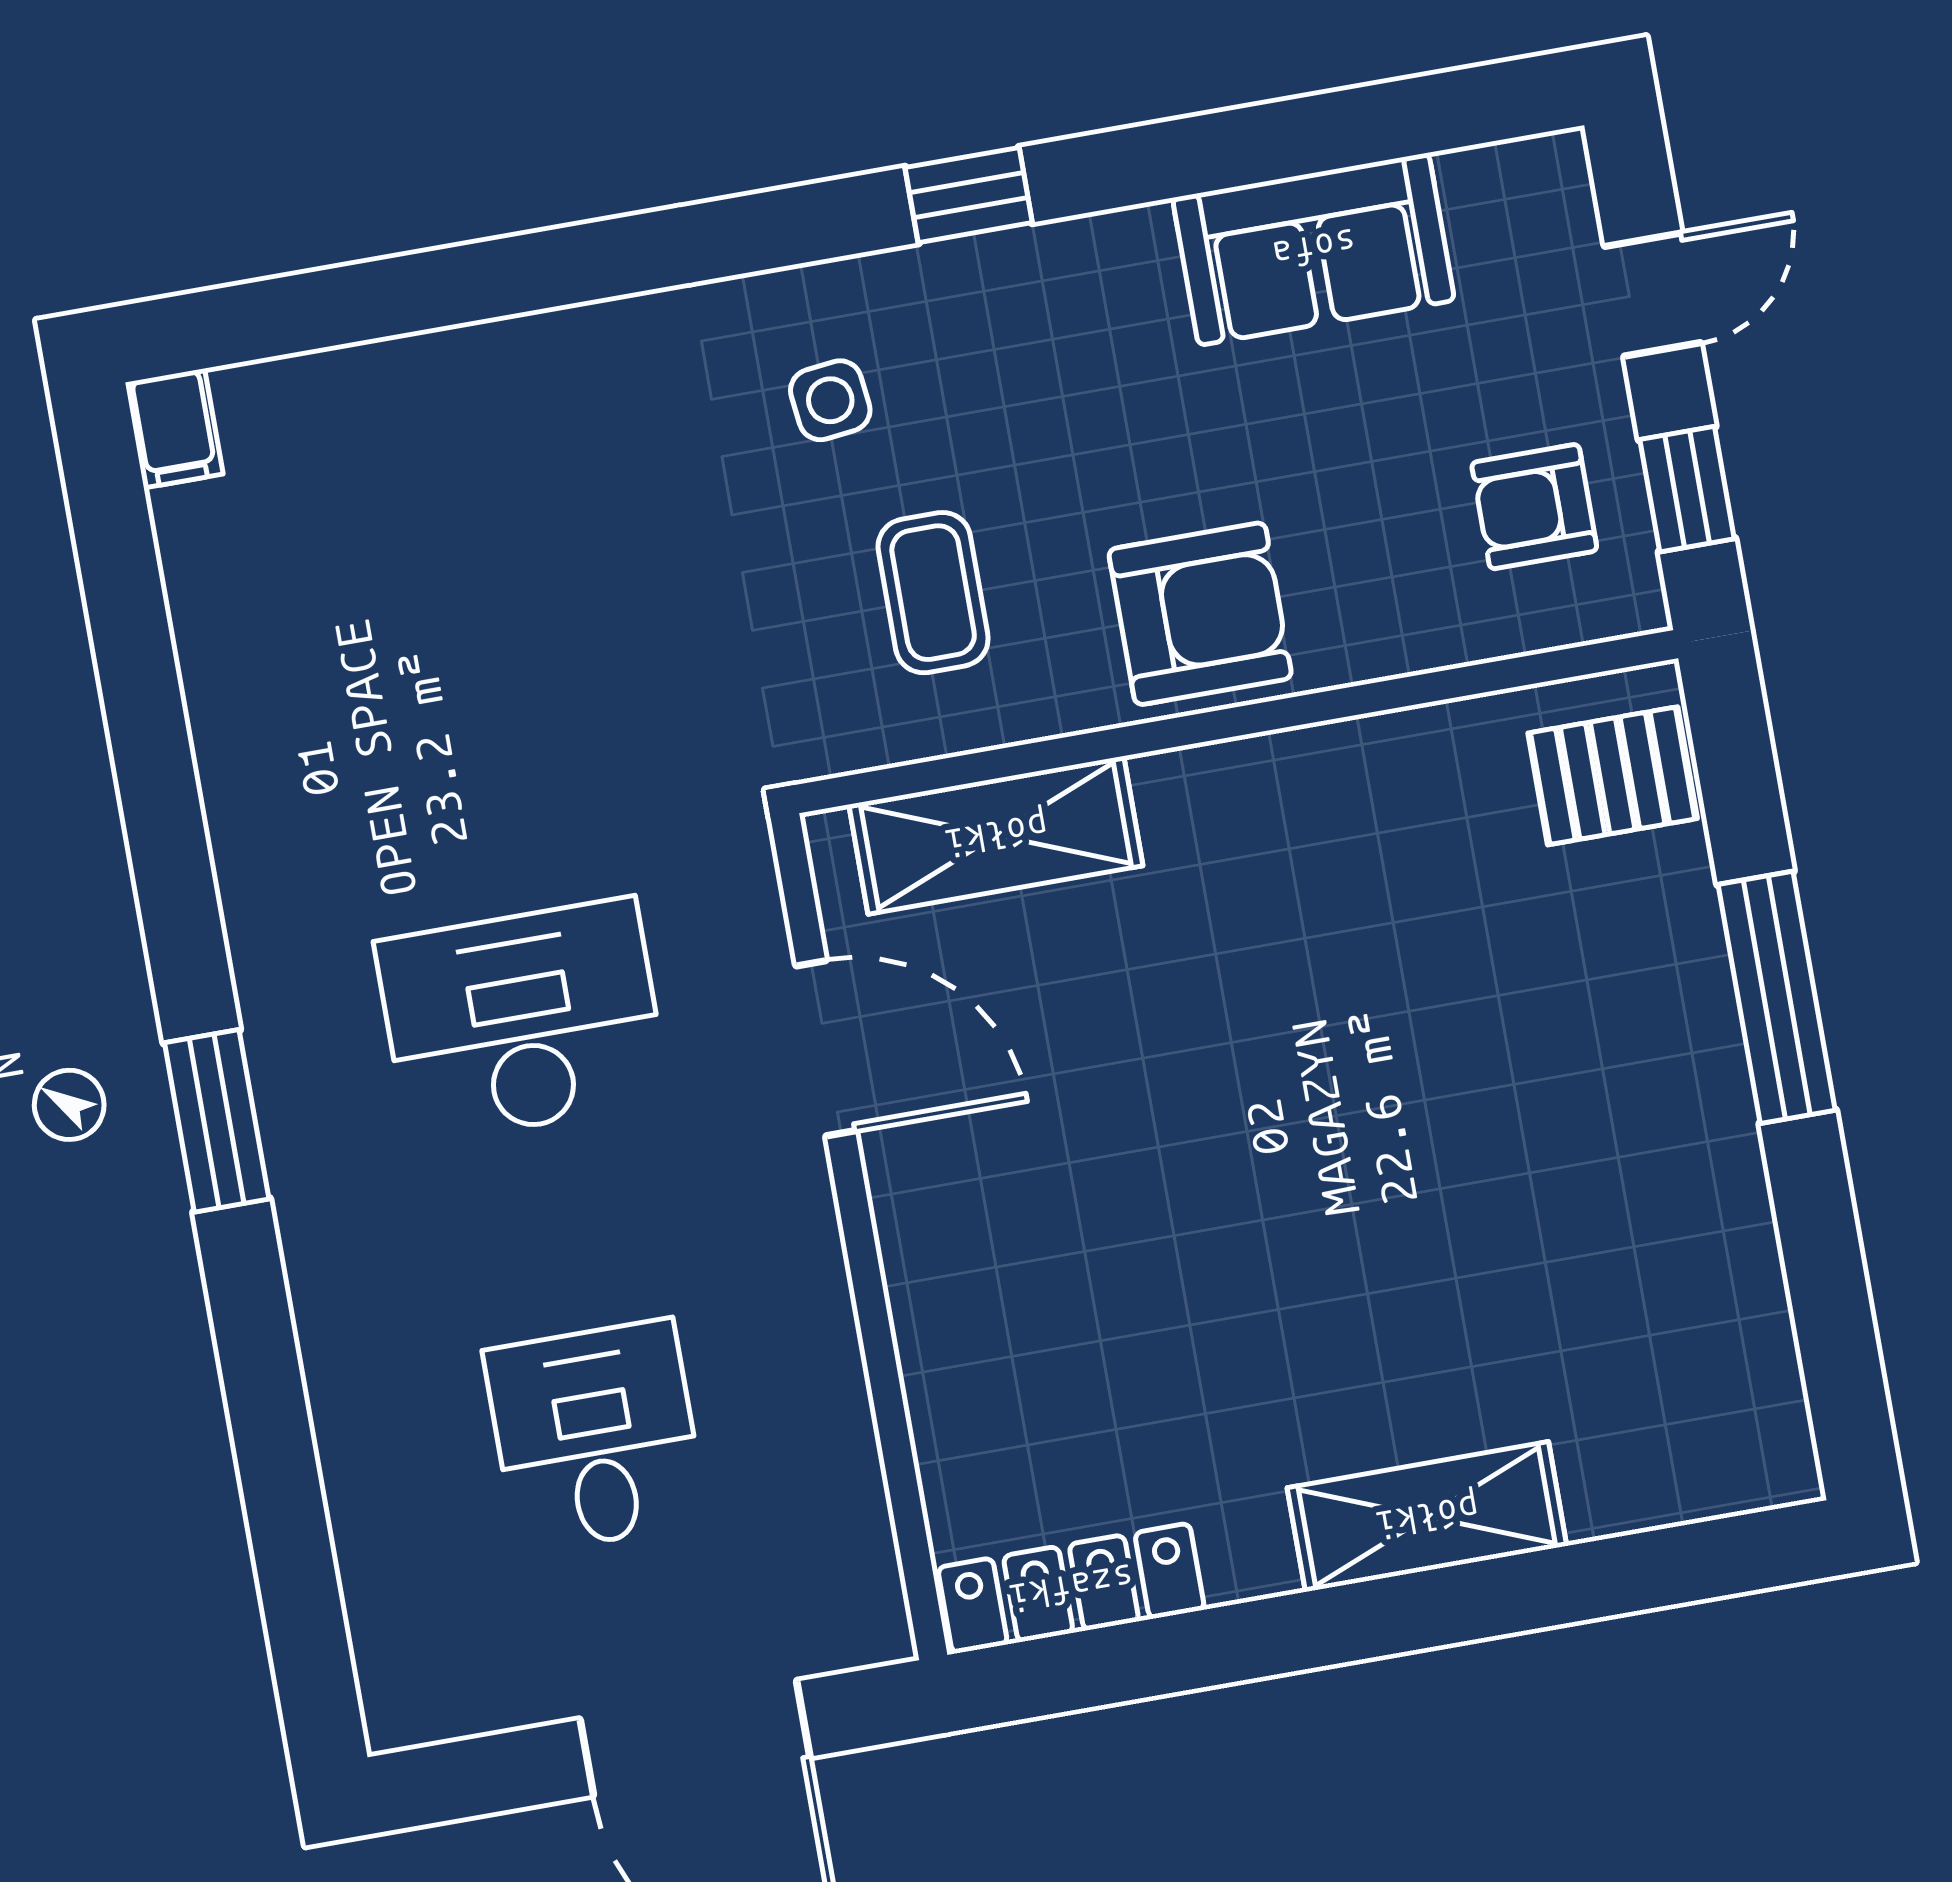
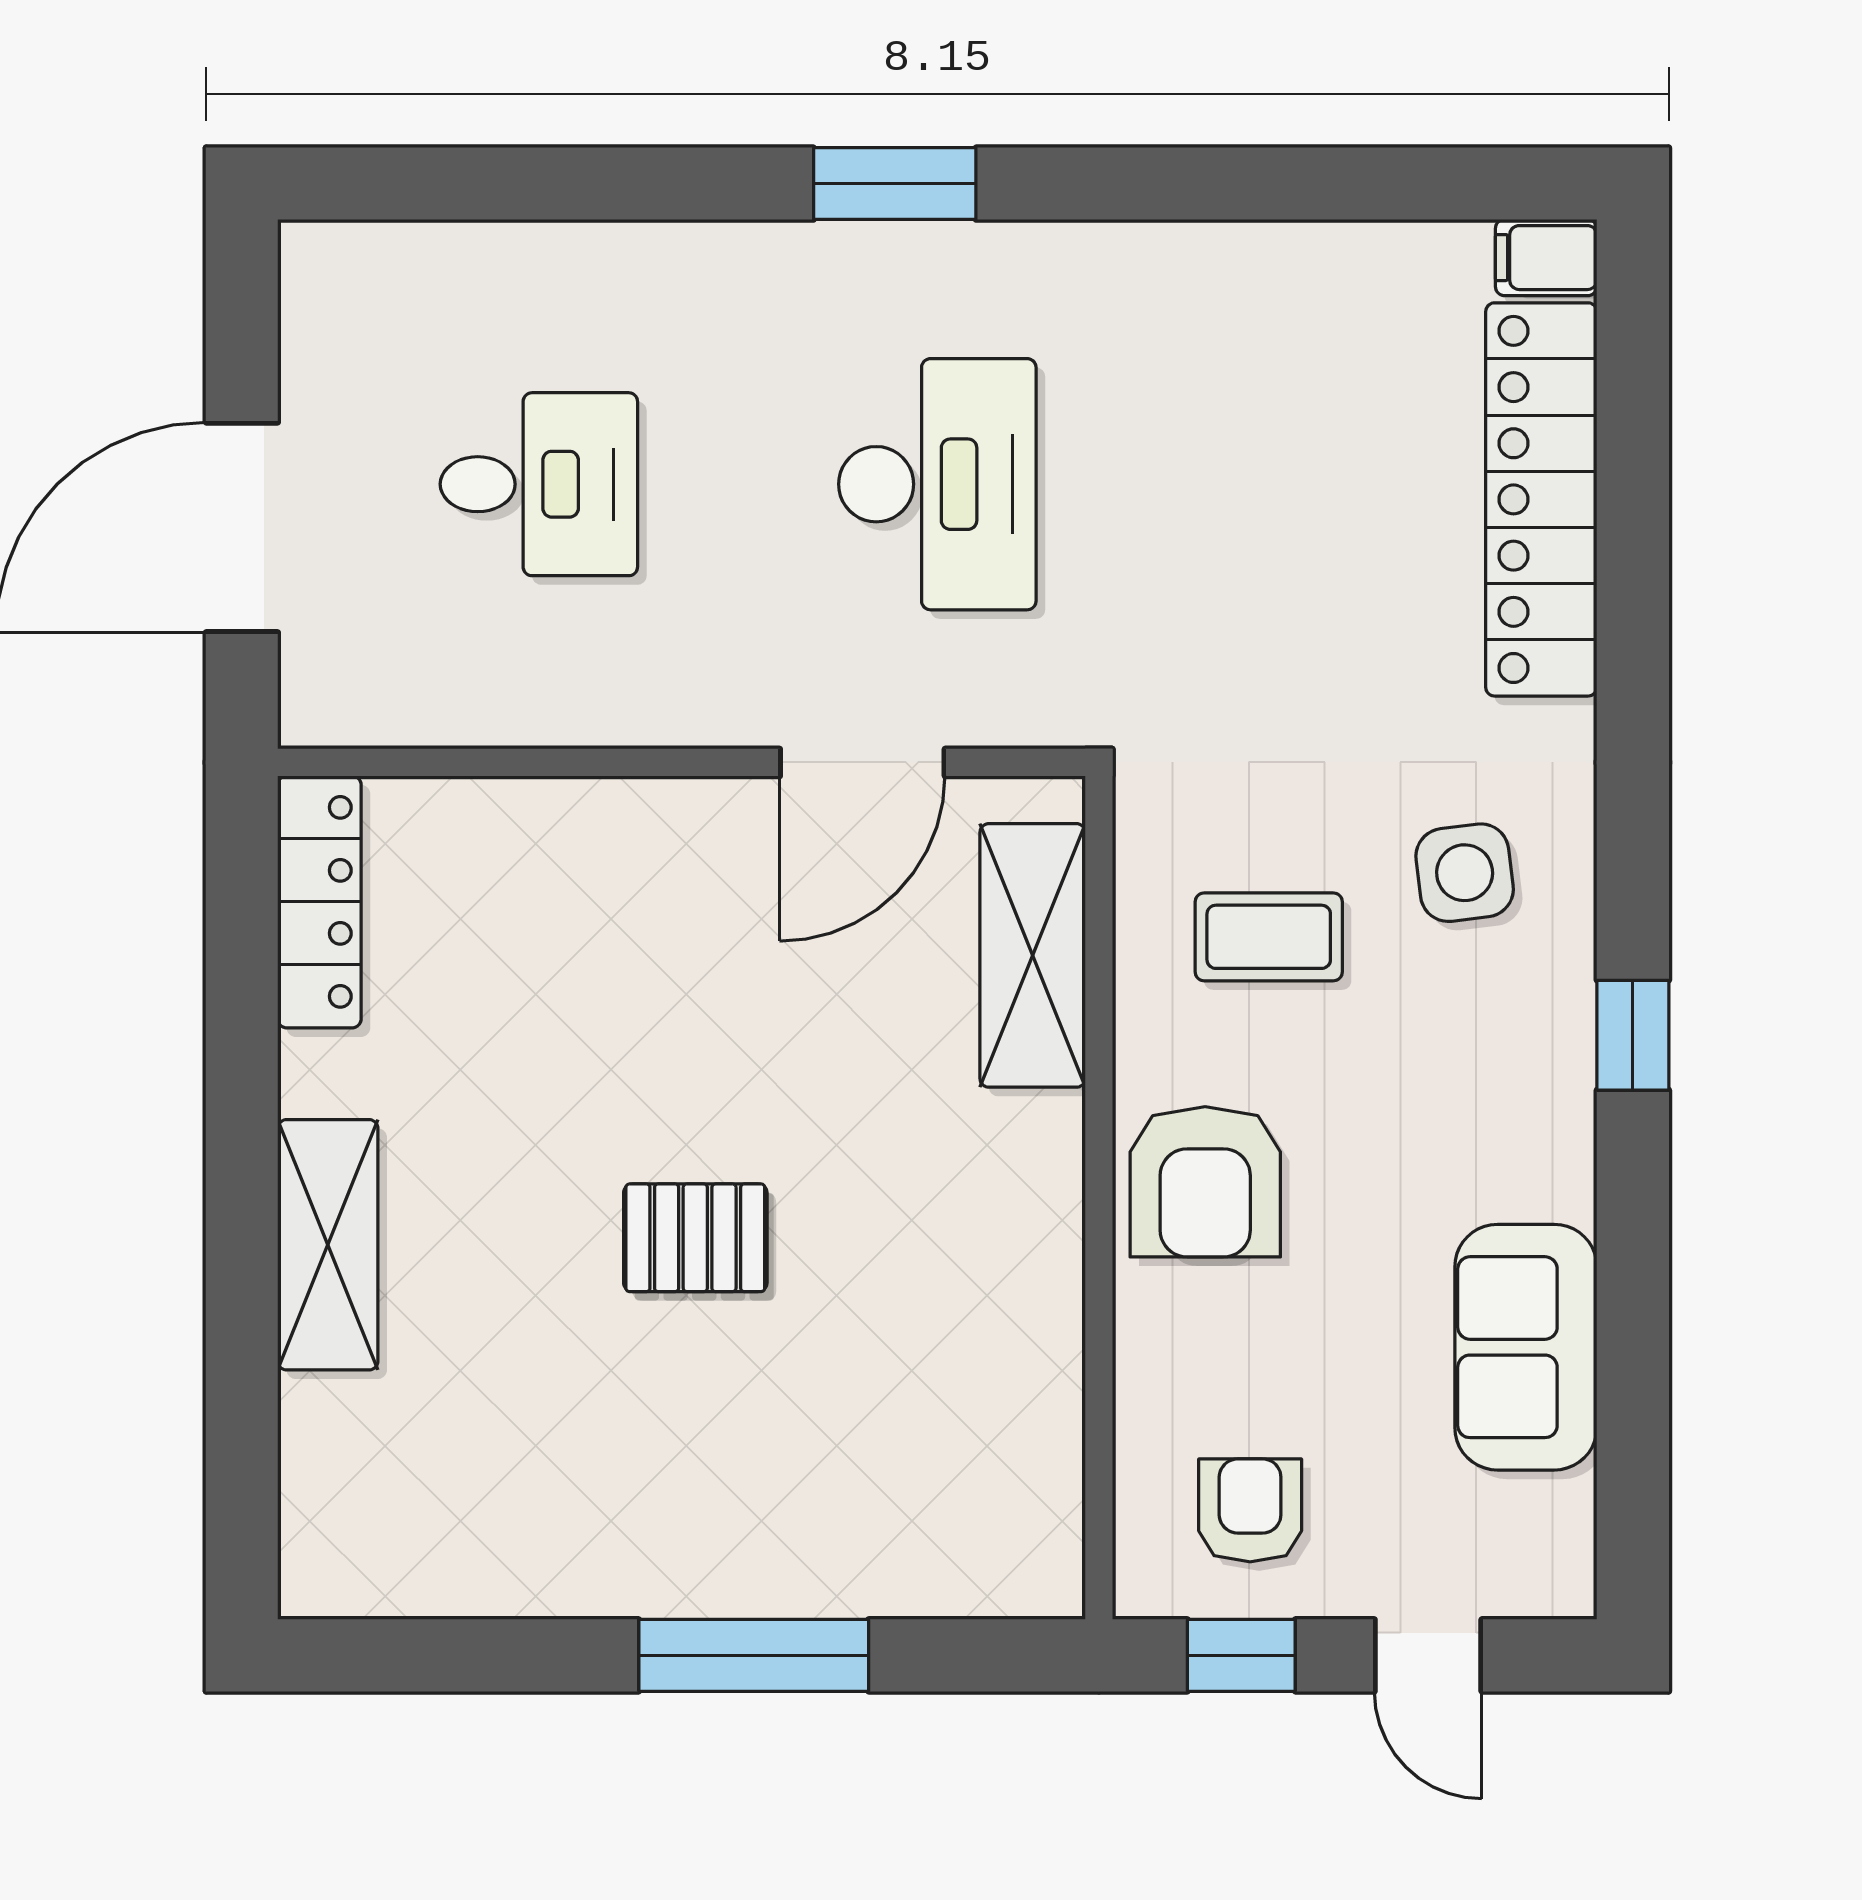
locker: (427, 389) -> (1541, 499), added
side table: (830, 400) -> (1465, 873), width x1.37, depth x1.37
pallet: (1613, 776) -> (695, 1238), moved, turned 90

